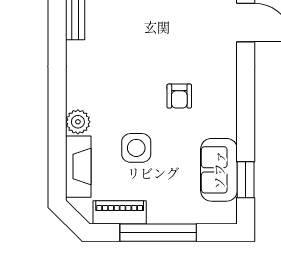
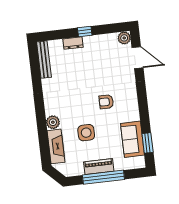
armchair: (179, 96) -> (106, 102), turned 90
piano: (120, 212) -> (99, 167), moved

